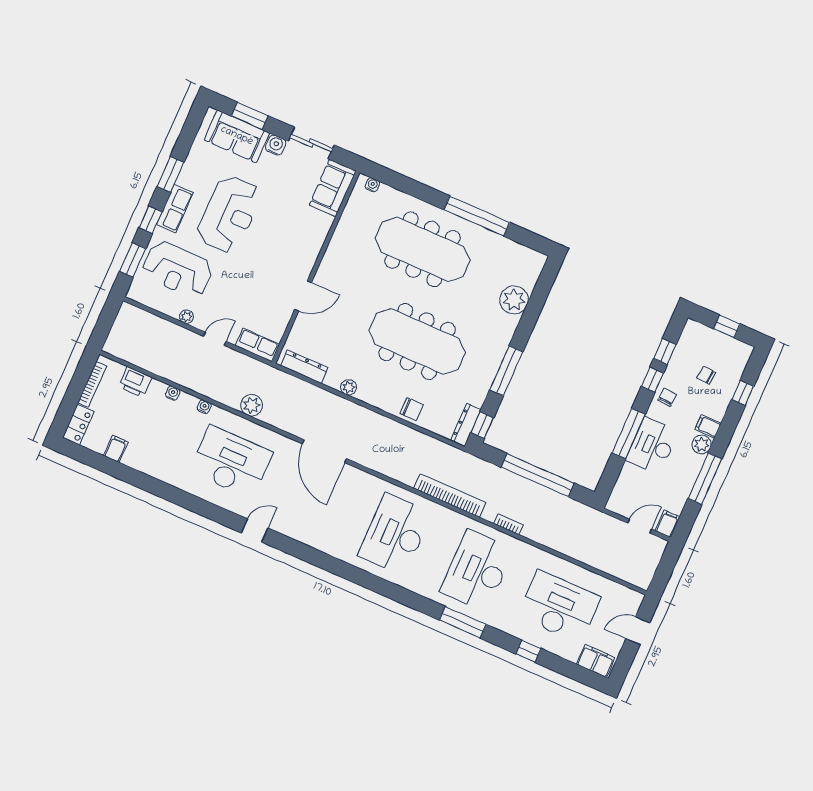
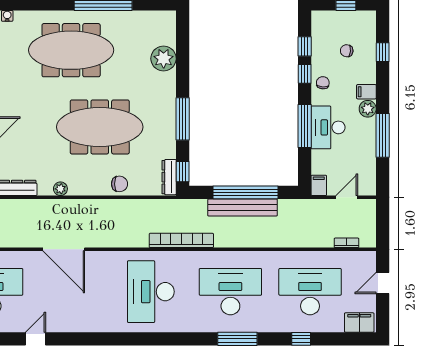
bench: (528, 489) -> (243, 208), added
bookcase: (508, 524) -> (346, 243), moved
filing cabinet: (668, 524) -> (319, 185), moved
desk: (477, 571) -> (230, 292), turned 90

